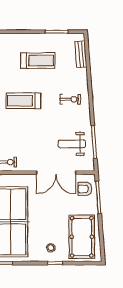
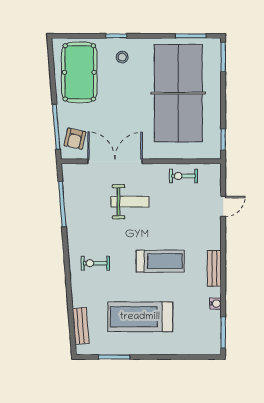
treadmill: (38, 61) -> (140, 317), width x1.37, depth x1.38
weight bench: (72, 144) -> (130, 202), moved
armchair: (85, 189) -> (75, 139), turned 102

